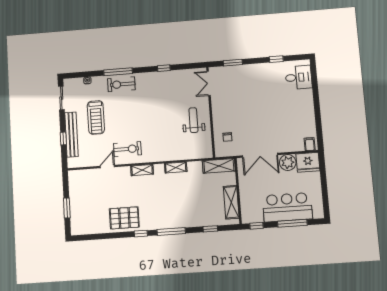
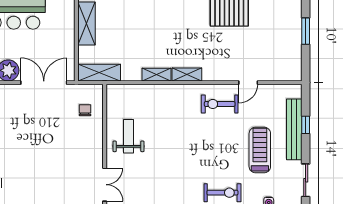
weight bench: (193, 120) -> (128, 136), turned 180
shelving: (142, 170) -> (187, 74), moved

